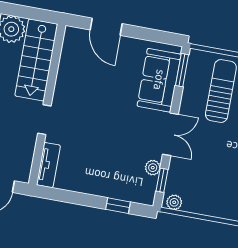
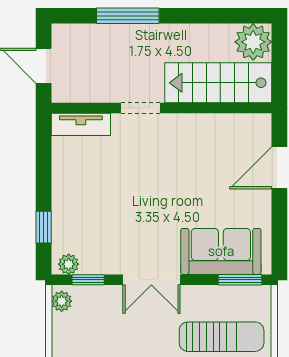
plant: (153, 168) -> (69, 264), moved

